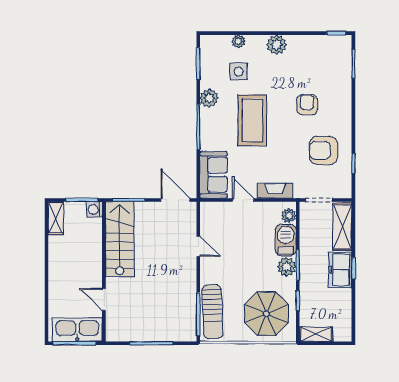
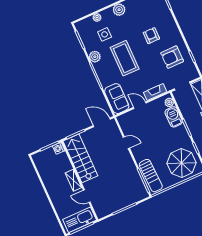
shelving: (56, 218) -> (73, 180), moved
plant: (287, 267) -> (181, 132), removed

